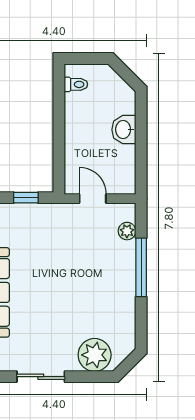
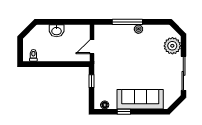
plant: (127, 231) -> (138, 29), moved
sliding door: (41, 377) -> (183, 73), width x1.37

